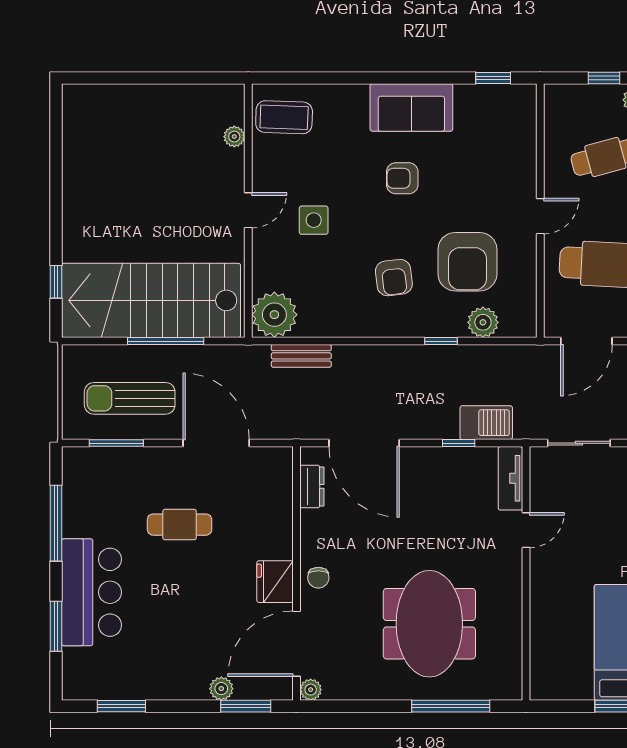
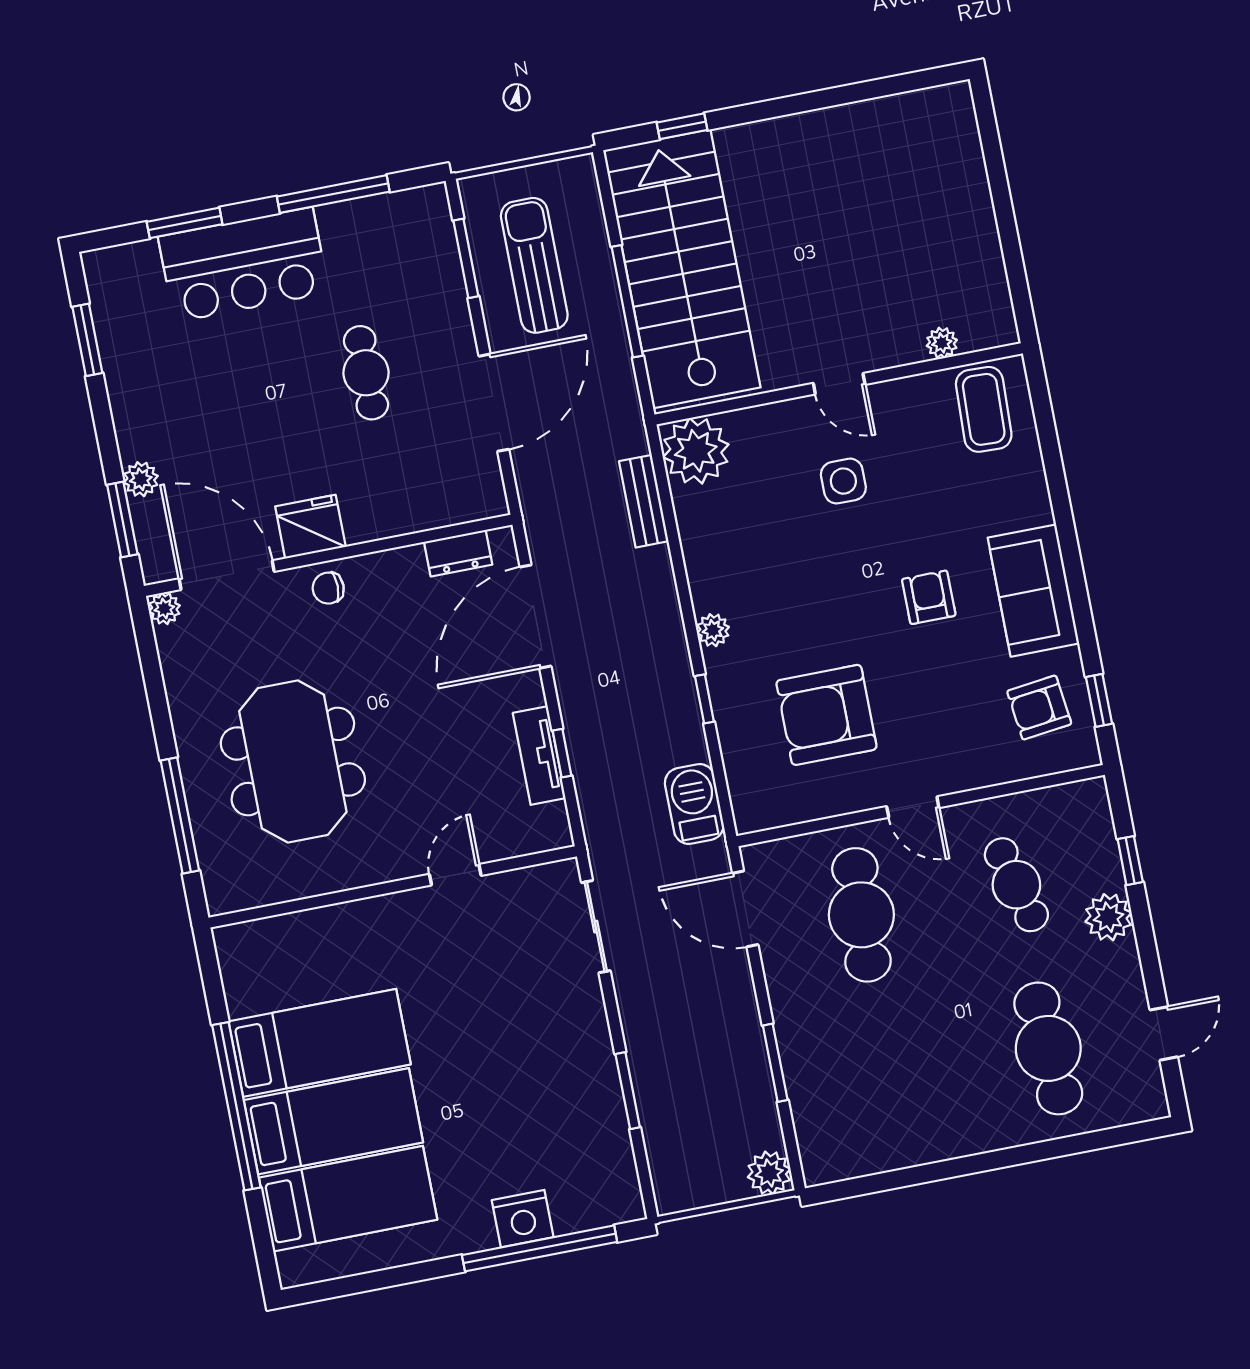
armchair: (394, 278) -> (1039, 708), moved
plant: (483, 322) -> (713, 630), moved, width x0.73, depth x0.73
barbecue: (486, 423) -> (694, 804), moved, turned 180
tv unit: (510, 478) -> (539, 756), moved, turned -90
door: (526, 530) -> (455, 875), swing flipped
meeting table: (429, 624) -> (293, 761), turned 90

